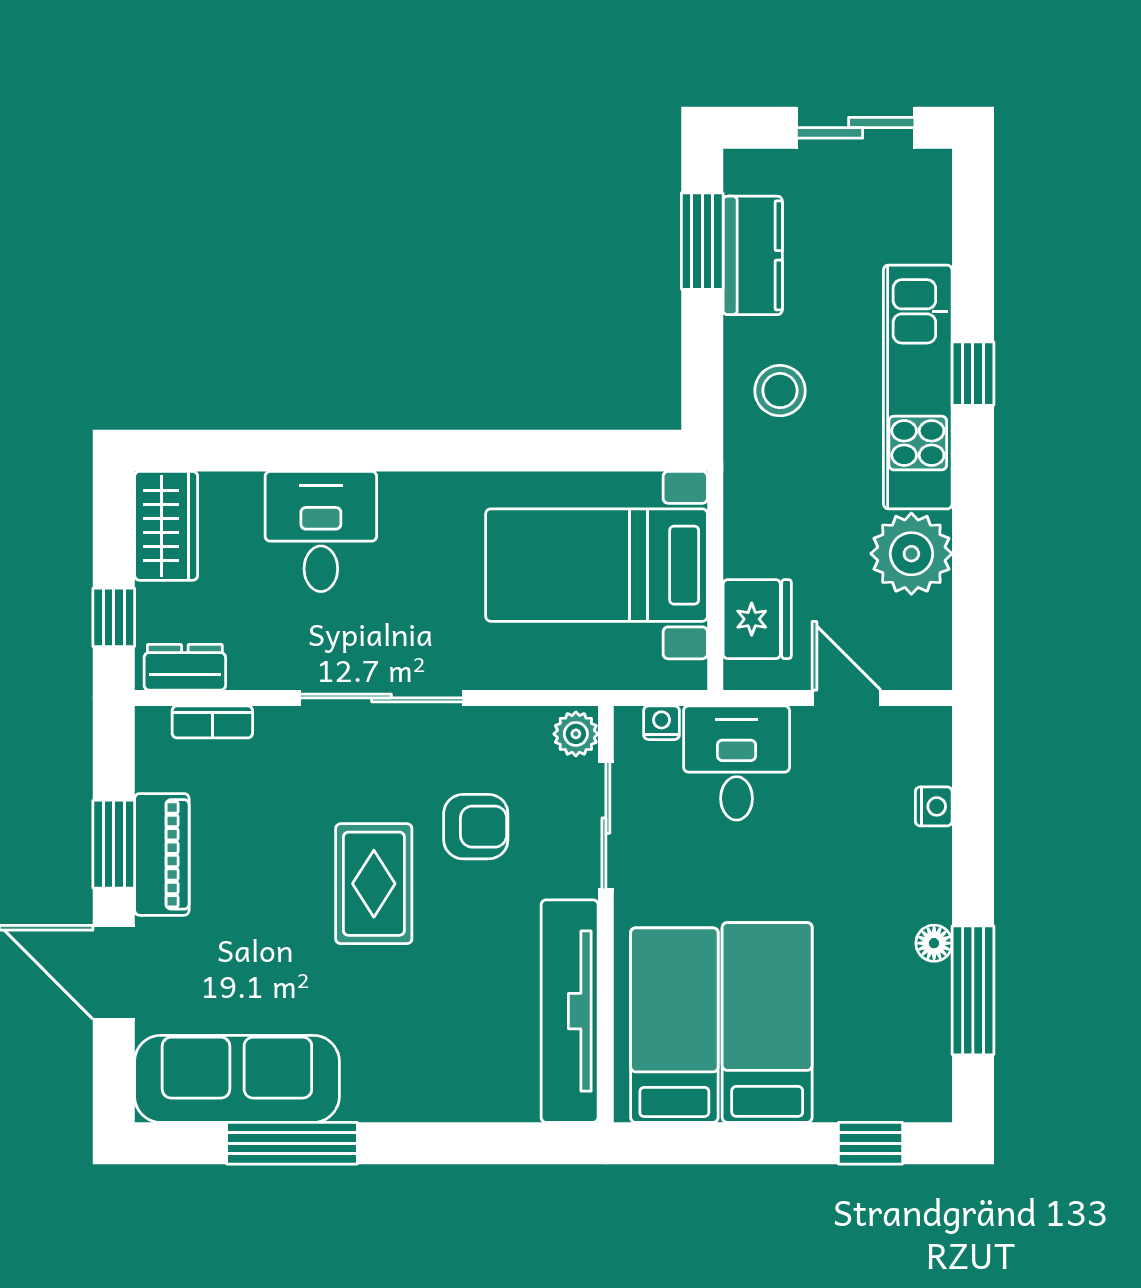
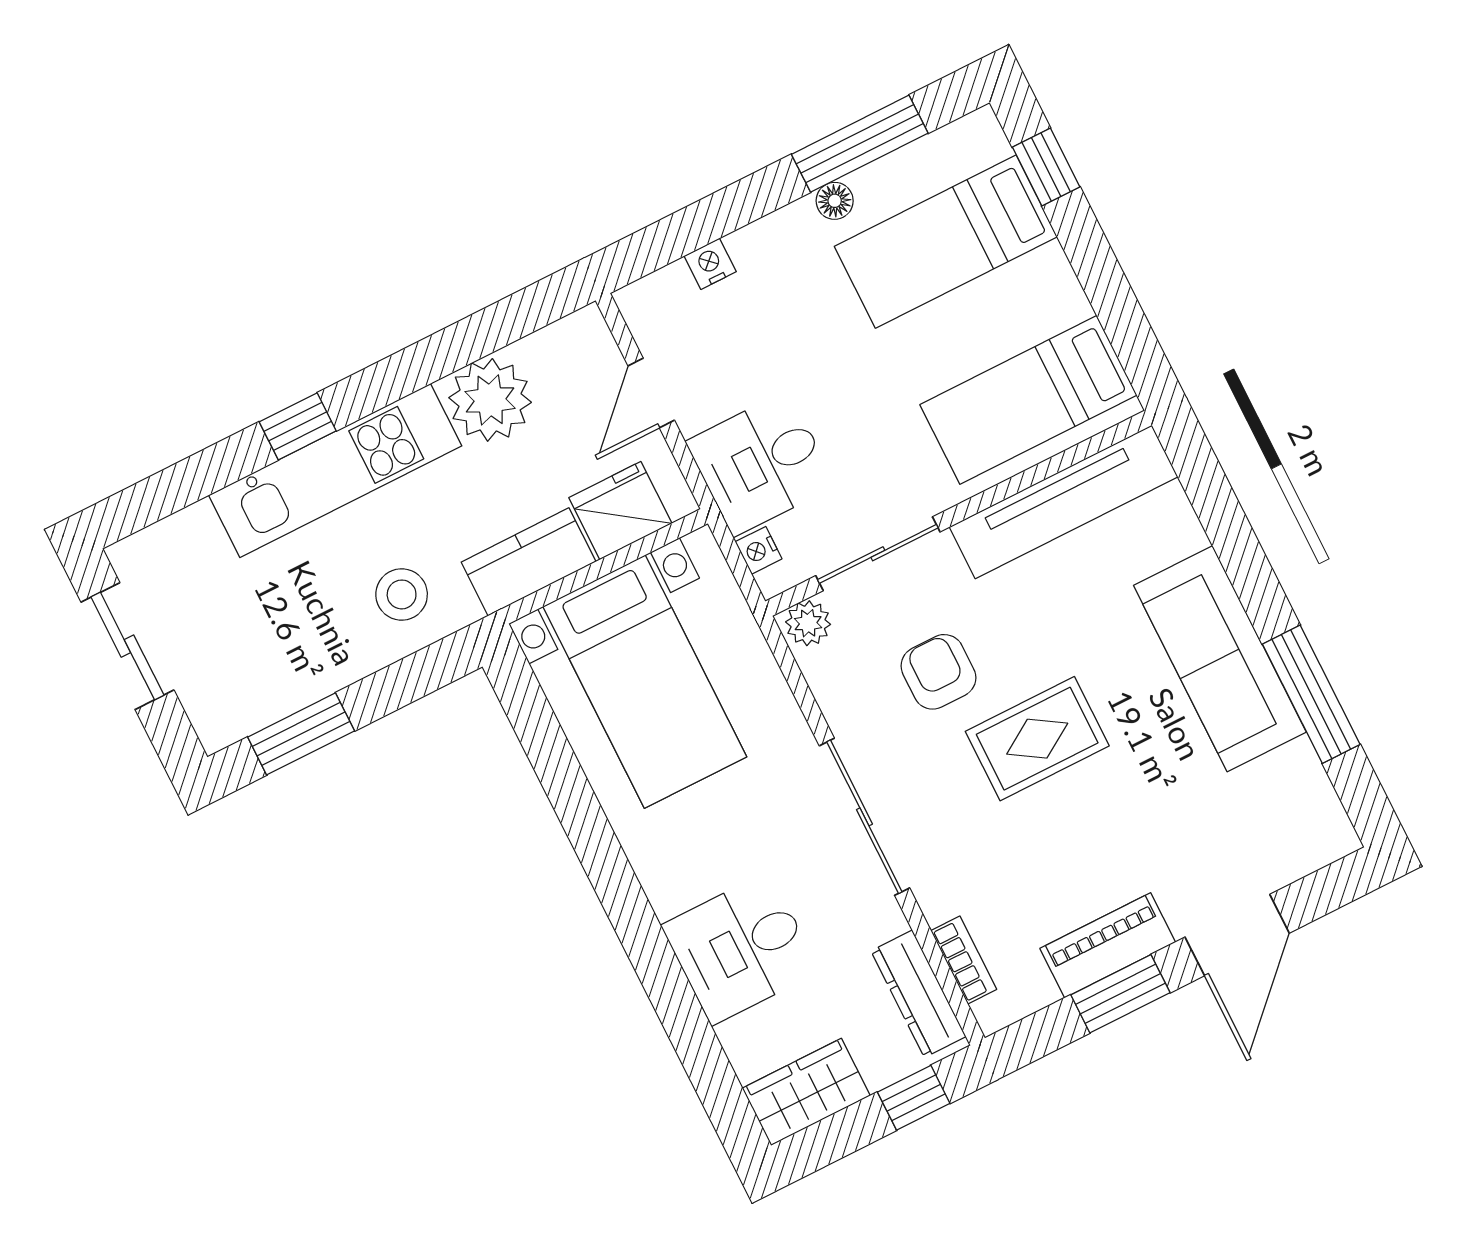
kitchen counter: (753, 255) -> (529, 562), moved
dresser: (185, 667) -> (918, 994), width x1.44
bed: (767, 1022) -> (946, 242), moved
sofa: (237, 1079) -> (1220, 659), moved

